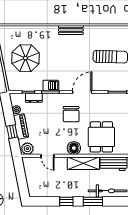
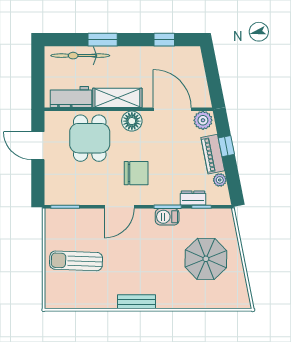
chair: (71, 114) -> (136, 173), turned 90
door: (48, 156) -> (172, 109), width x1.87
window: (66, 201) -> (164, 40), moved

